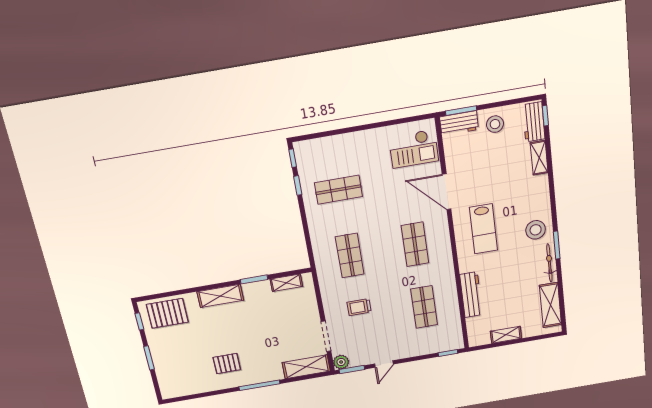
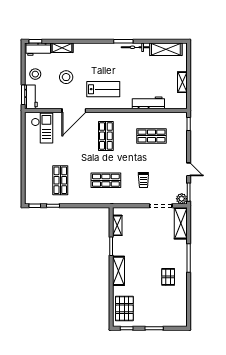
stool: (536, 230) -> (66, 77), moved
shop shelf: (415, 244) -> (106, 136), turned 90

